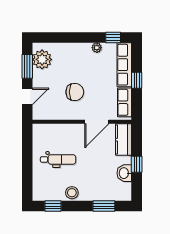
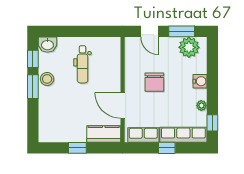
water cooler: (74, 49) -> (200, 81), added
washbasin: (124, 173) -> (47, 45), moved, turned 180
window: (104, 206) -> (33, 87), moved

